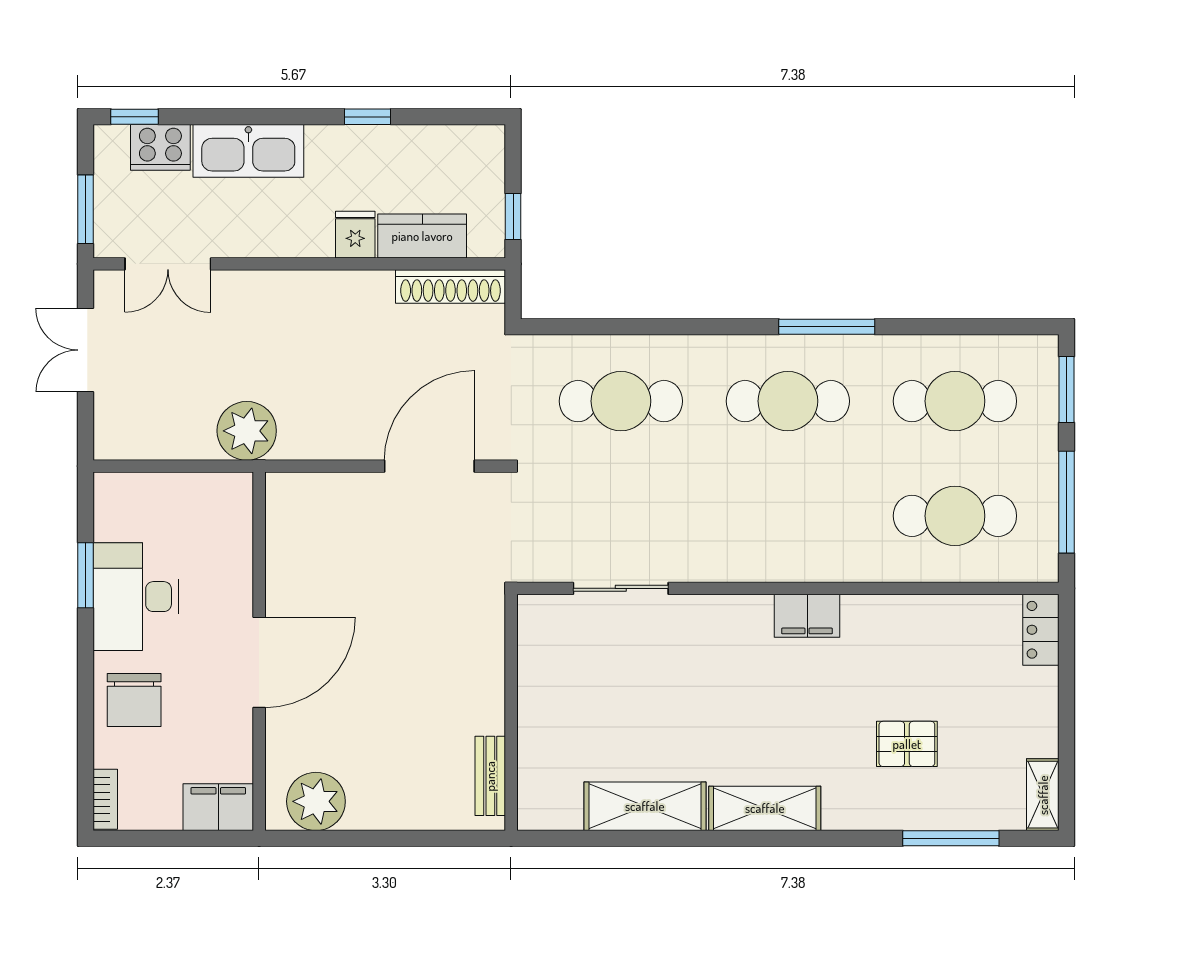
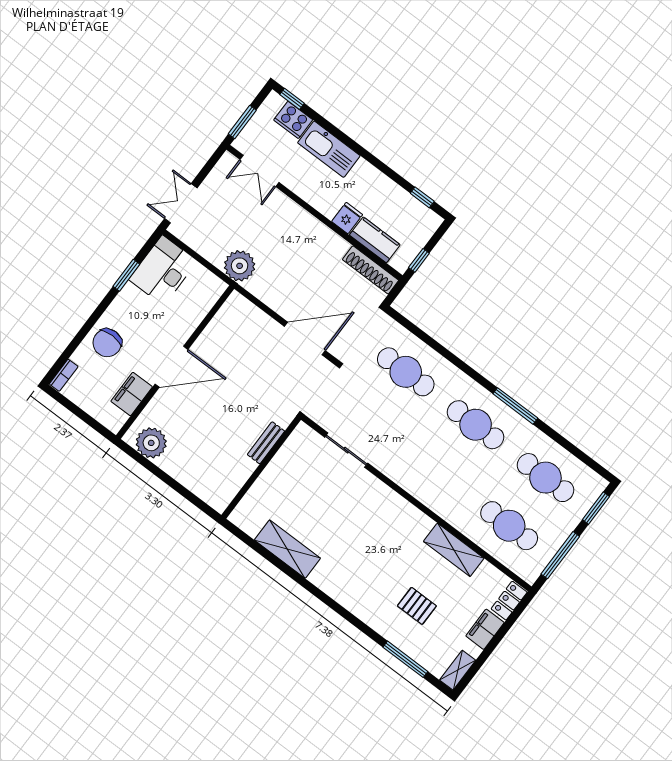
window: (368, 117) -> (422, 197), moved
double door: (86, 350) -> (181, 203), moved
desk: (136, 597) -> (163, 270), moved
filing cabinet: (807, 616) -> (485, 629), moved, turned 90
bench: (490, 776) -> (266, 443), moved
filing cabinet: (218, 807) -> (132, 394), moved, turned -90
shelving: (765, 808) -> (454, 550), moved

